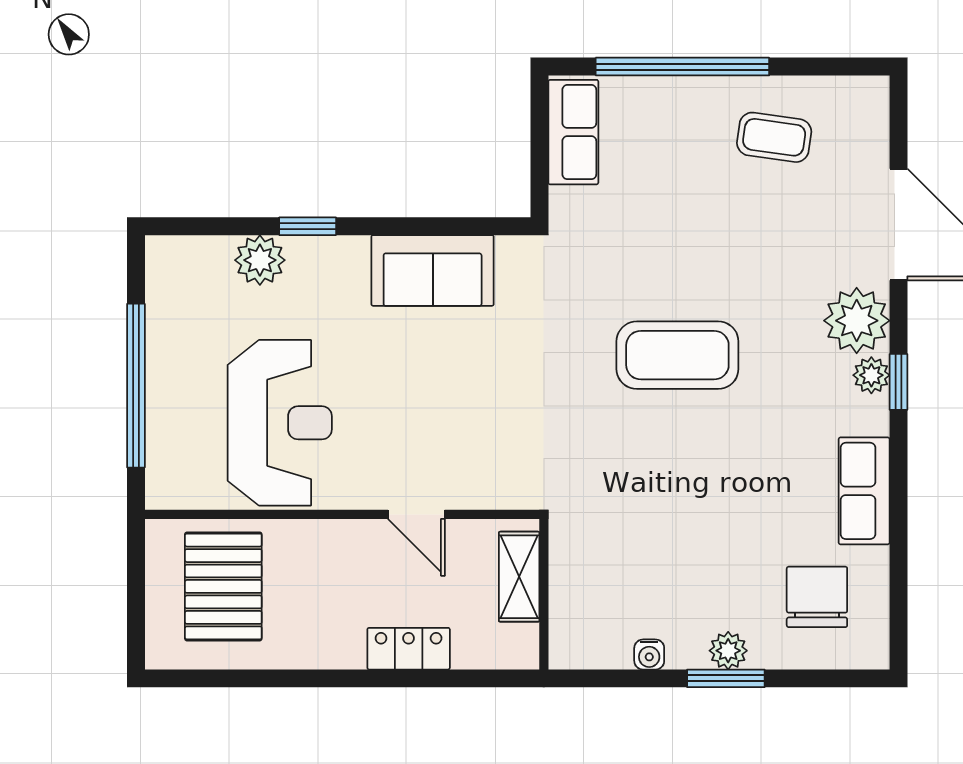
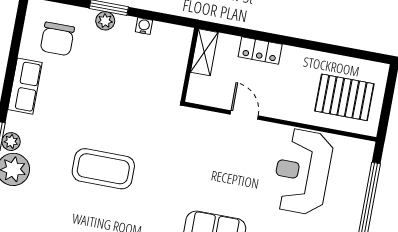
shelving: (519, 577) -> (204, 52), moved
pallet: (223, 586) -> (344, 97), turned 90

